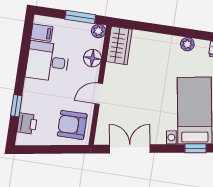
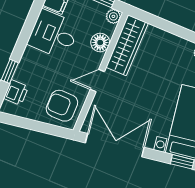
wardrobe: (119, 45) -> (127, 45), width x1.50
double door: (130, 149) -> (115, 145), width x1.37

